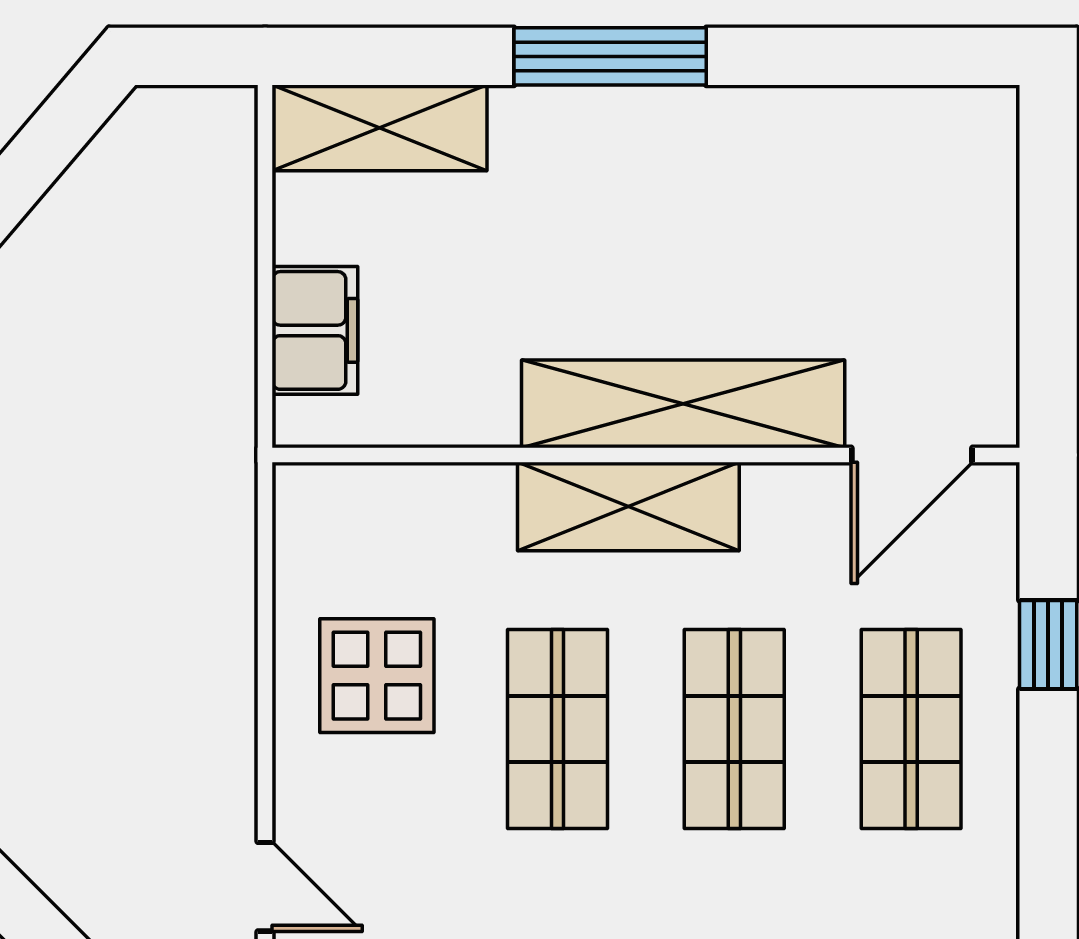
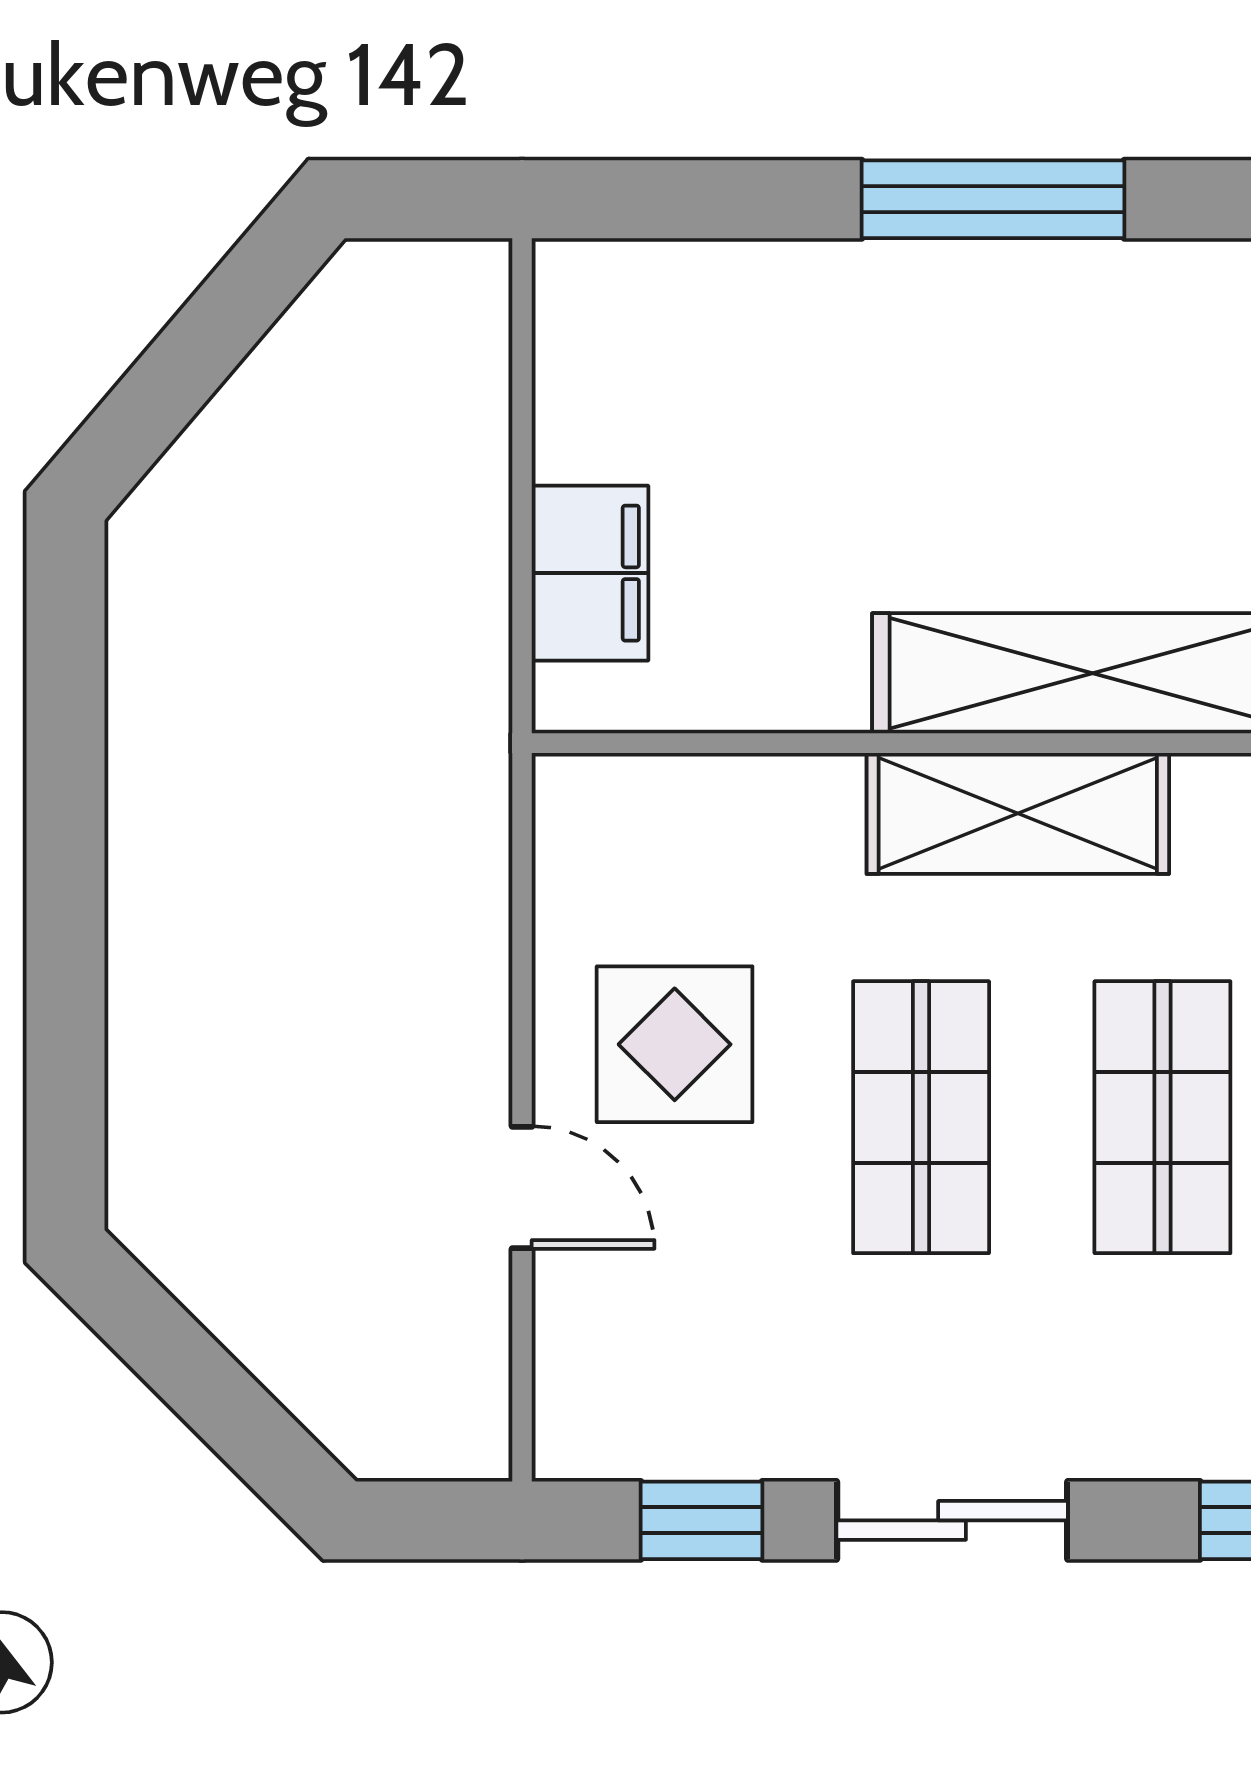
shelving: (380, 128) -> (678, 297), removed
door: (265, 887) -> (522, 1187), moved

